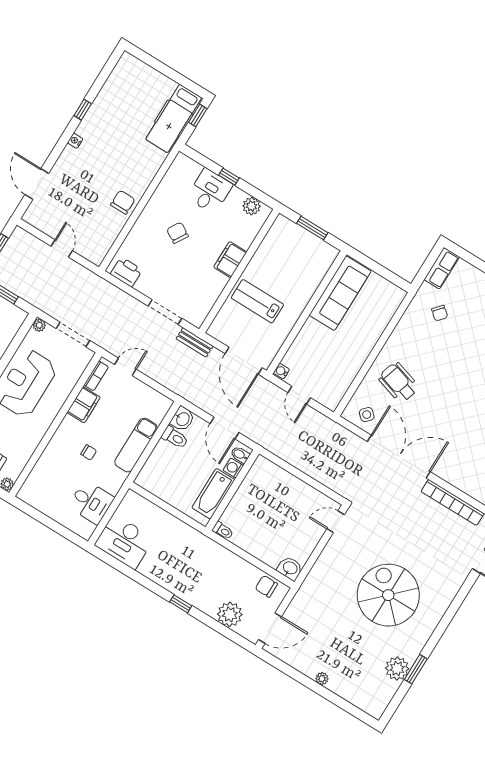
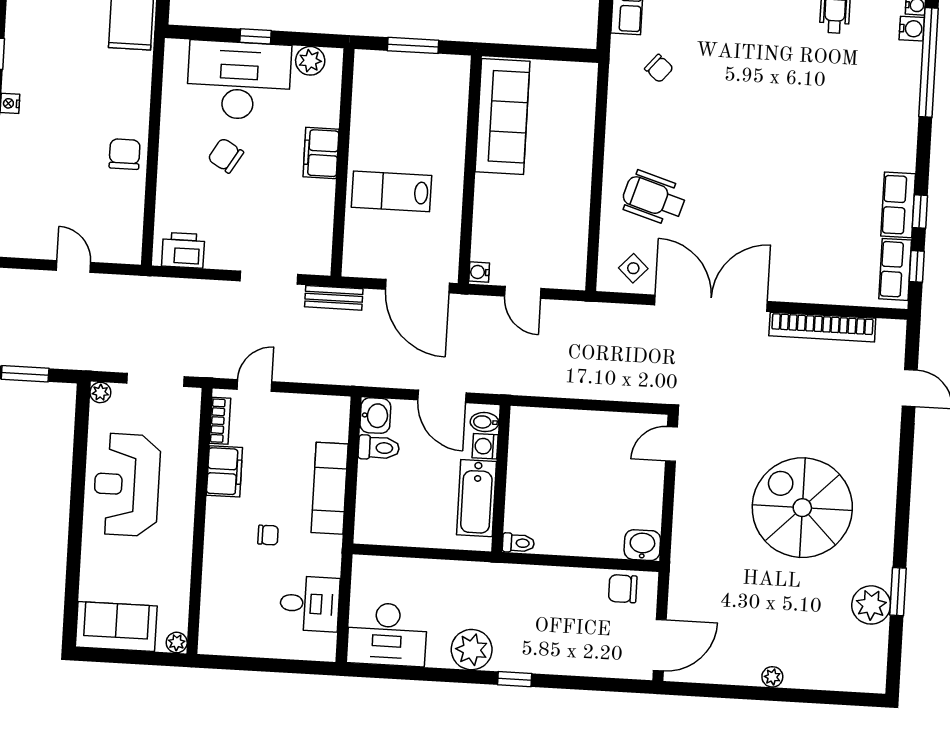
desk: (210, 191) -> (239, 80), width x1.87, depth x1.30
plant: (230, 614) -> (472, 650), moved

